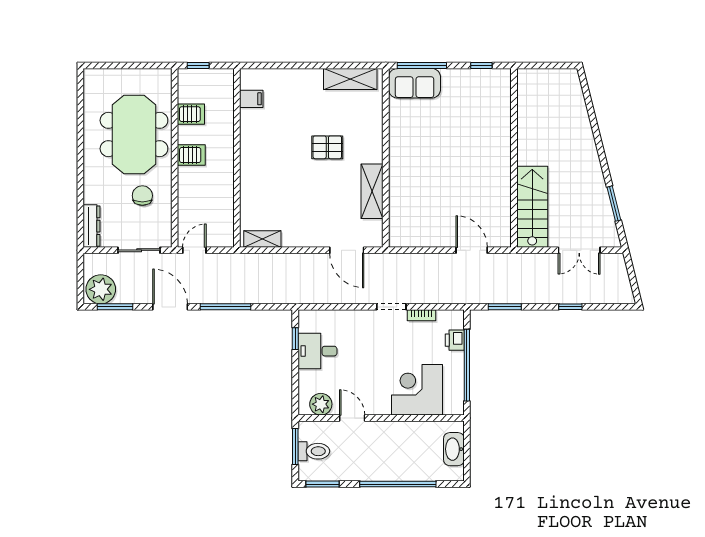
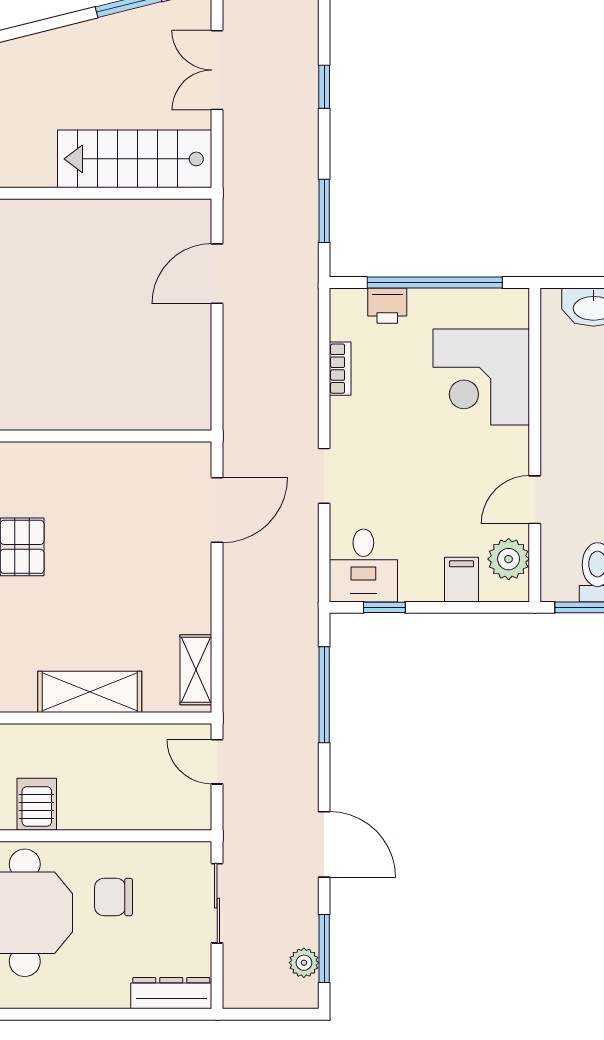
shelving: (372, 191) -> (90, 692), moved
door: (194, 250) -> (217, 762), moved
double door: (579, 250) -> (217, 70), swing flipped
plant: (101, 289) -> (304, 963), width x0.53, depth x0.53
door: (170, 307) -> (324, 844), swing flipped
window: (226, 307) -> (324, 695), moved
doorway: (391, 307) -> (324, 476), moved
desk: (317, 351) -> (363, 565), moved
filing cabinet: (310, 379) -> (462, 580), added

